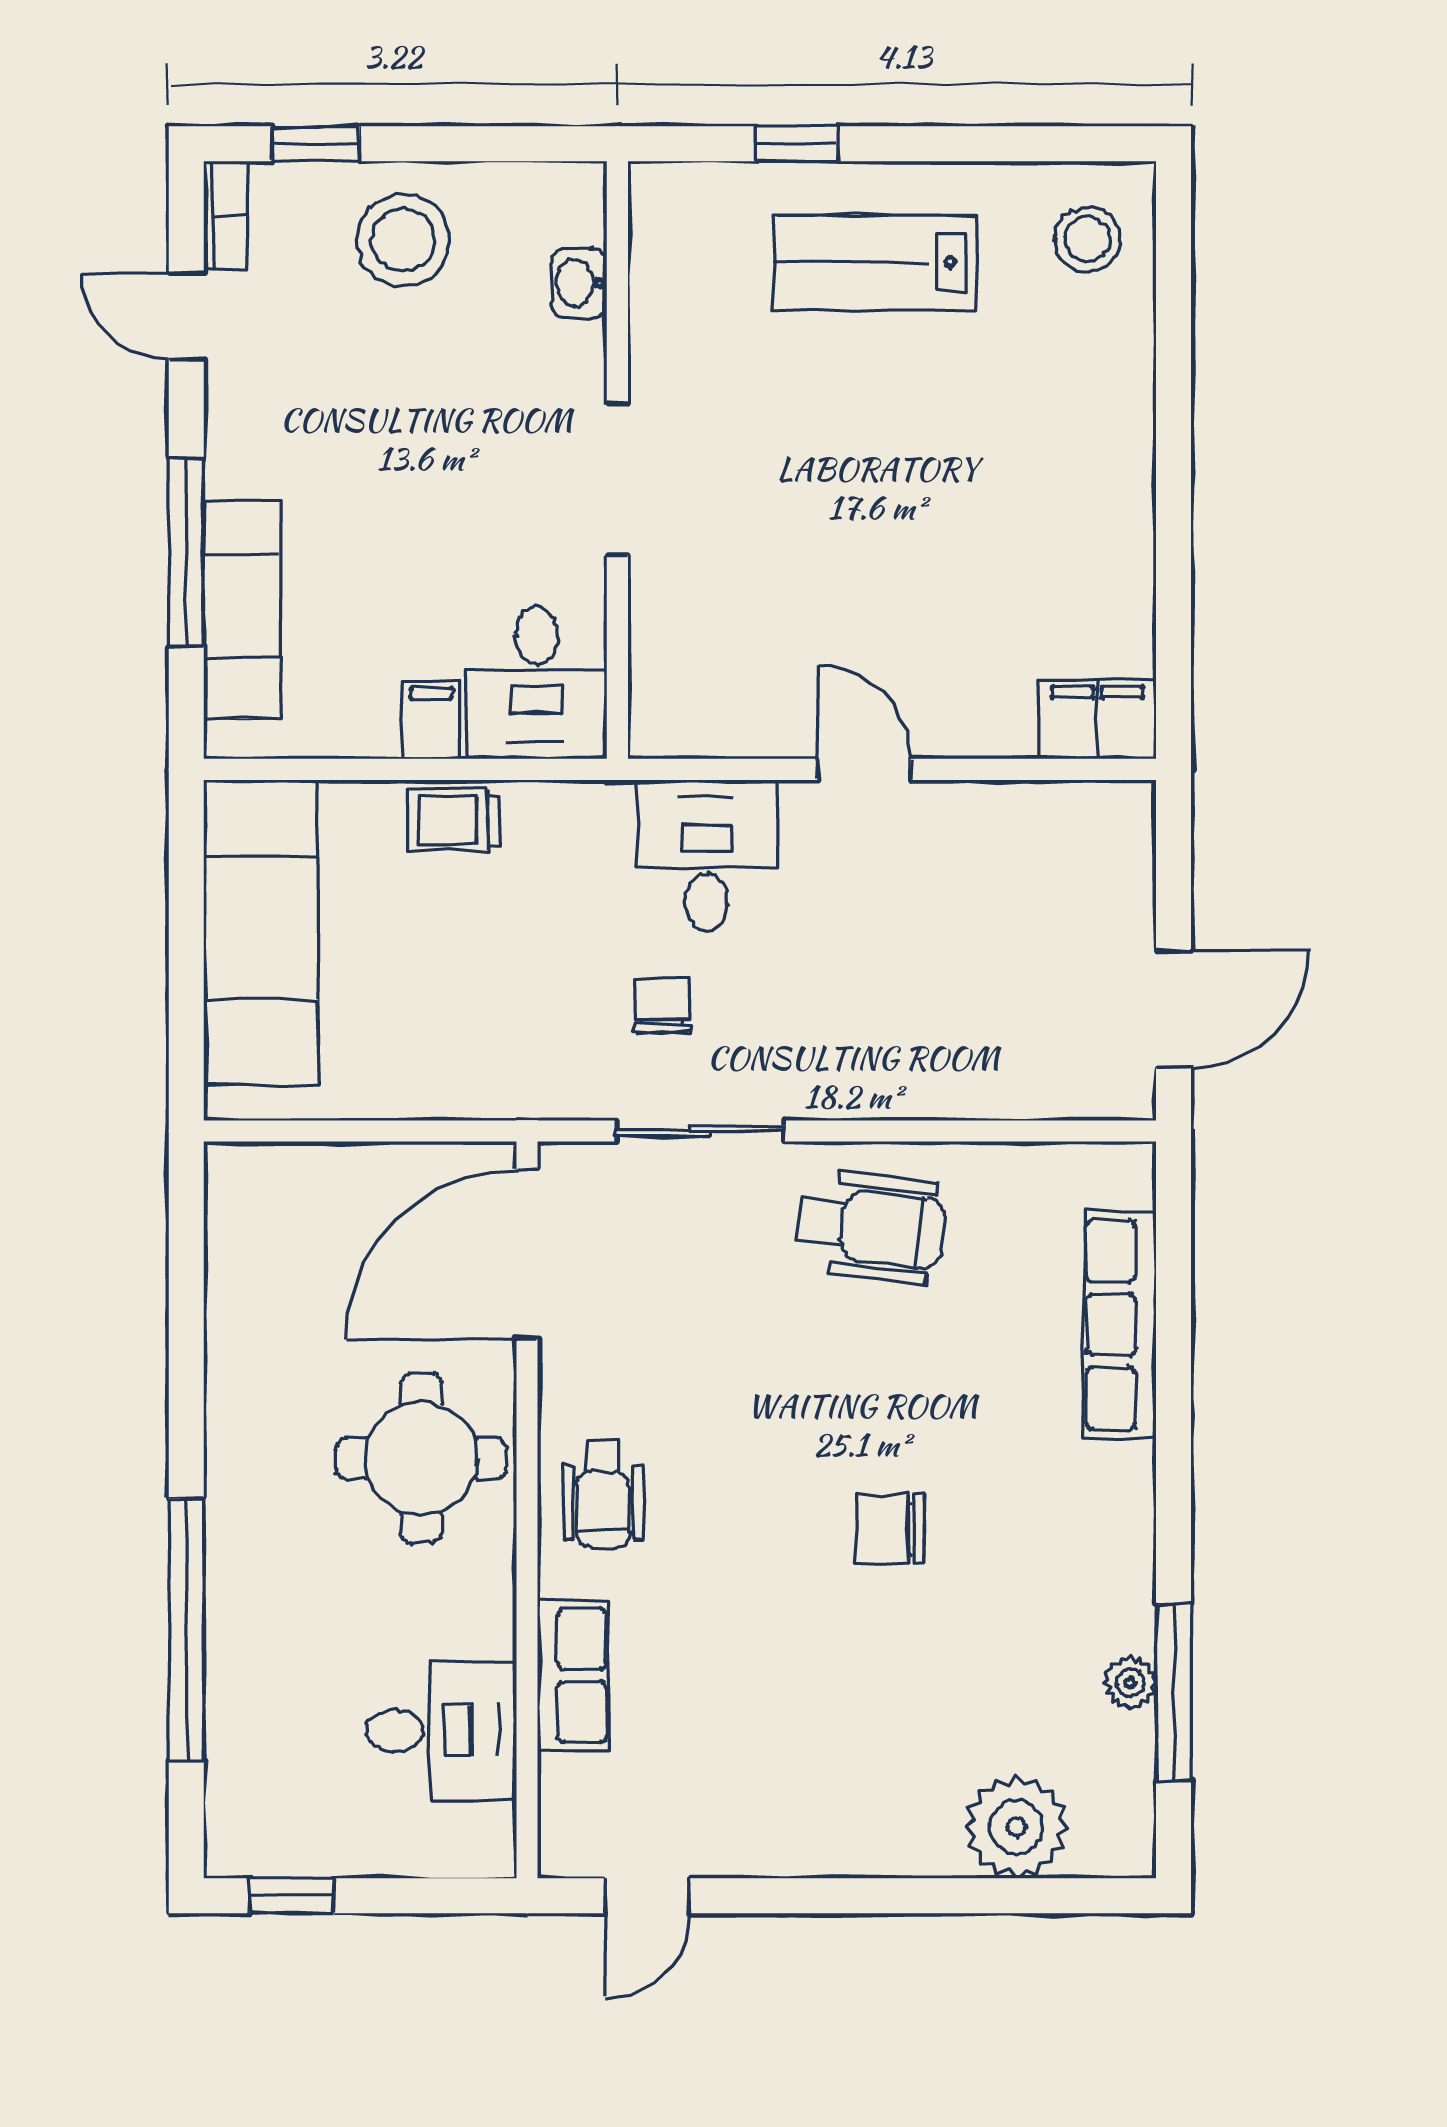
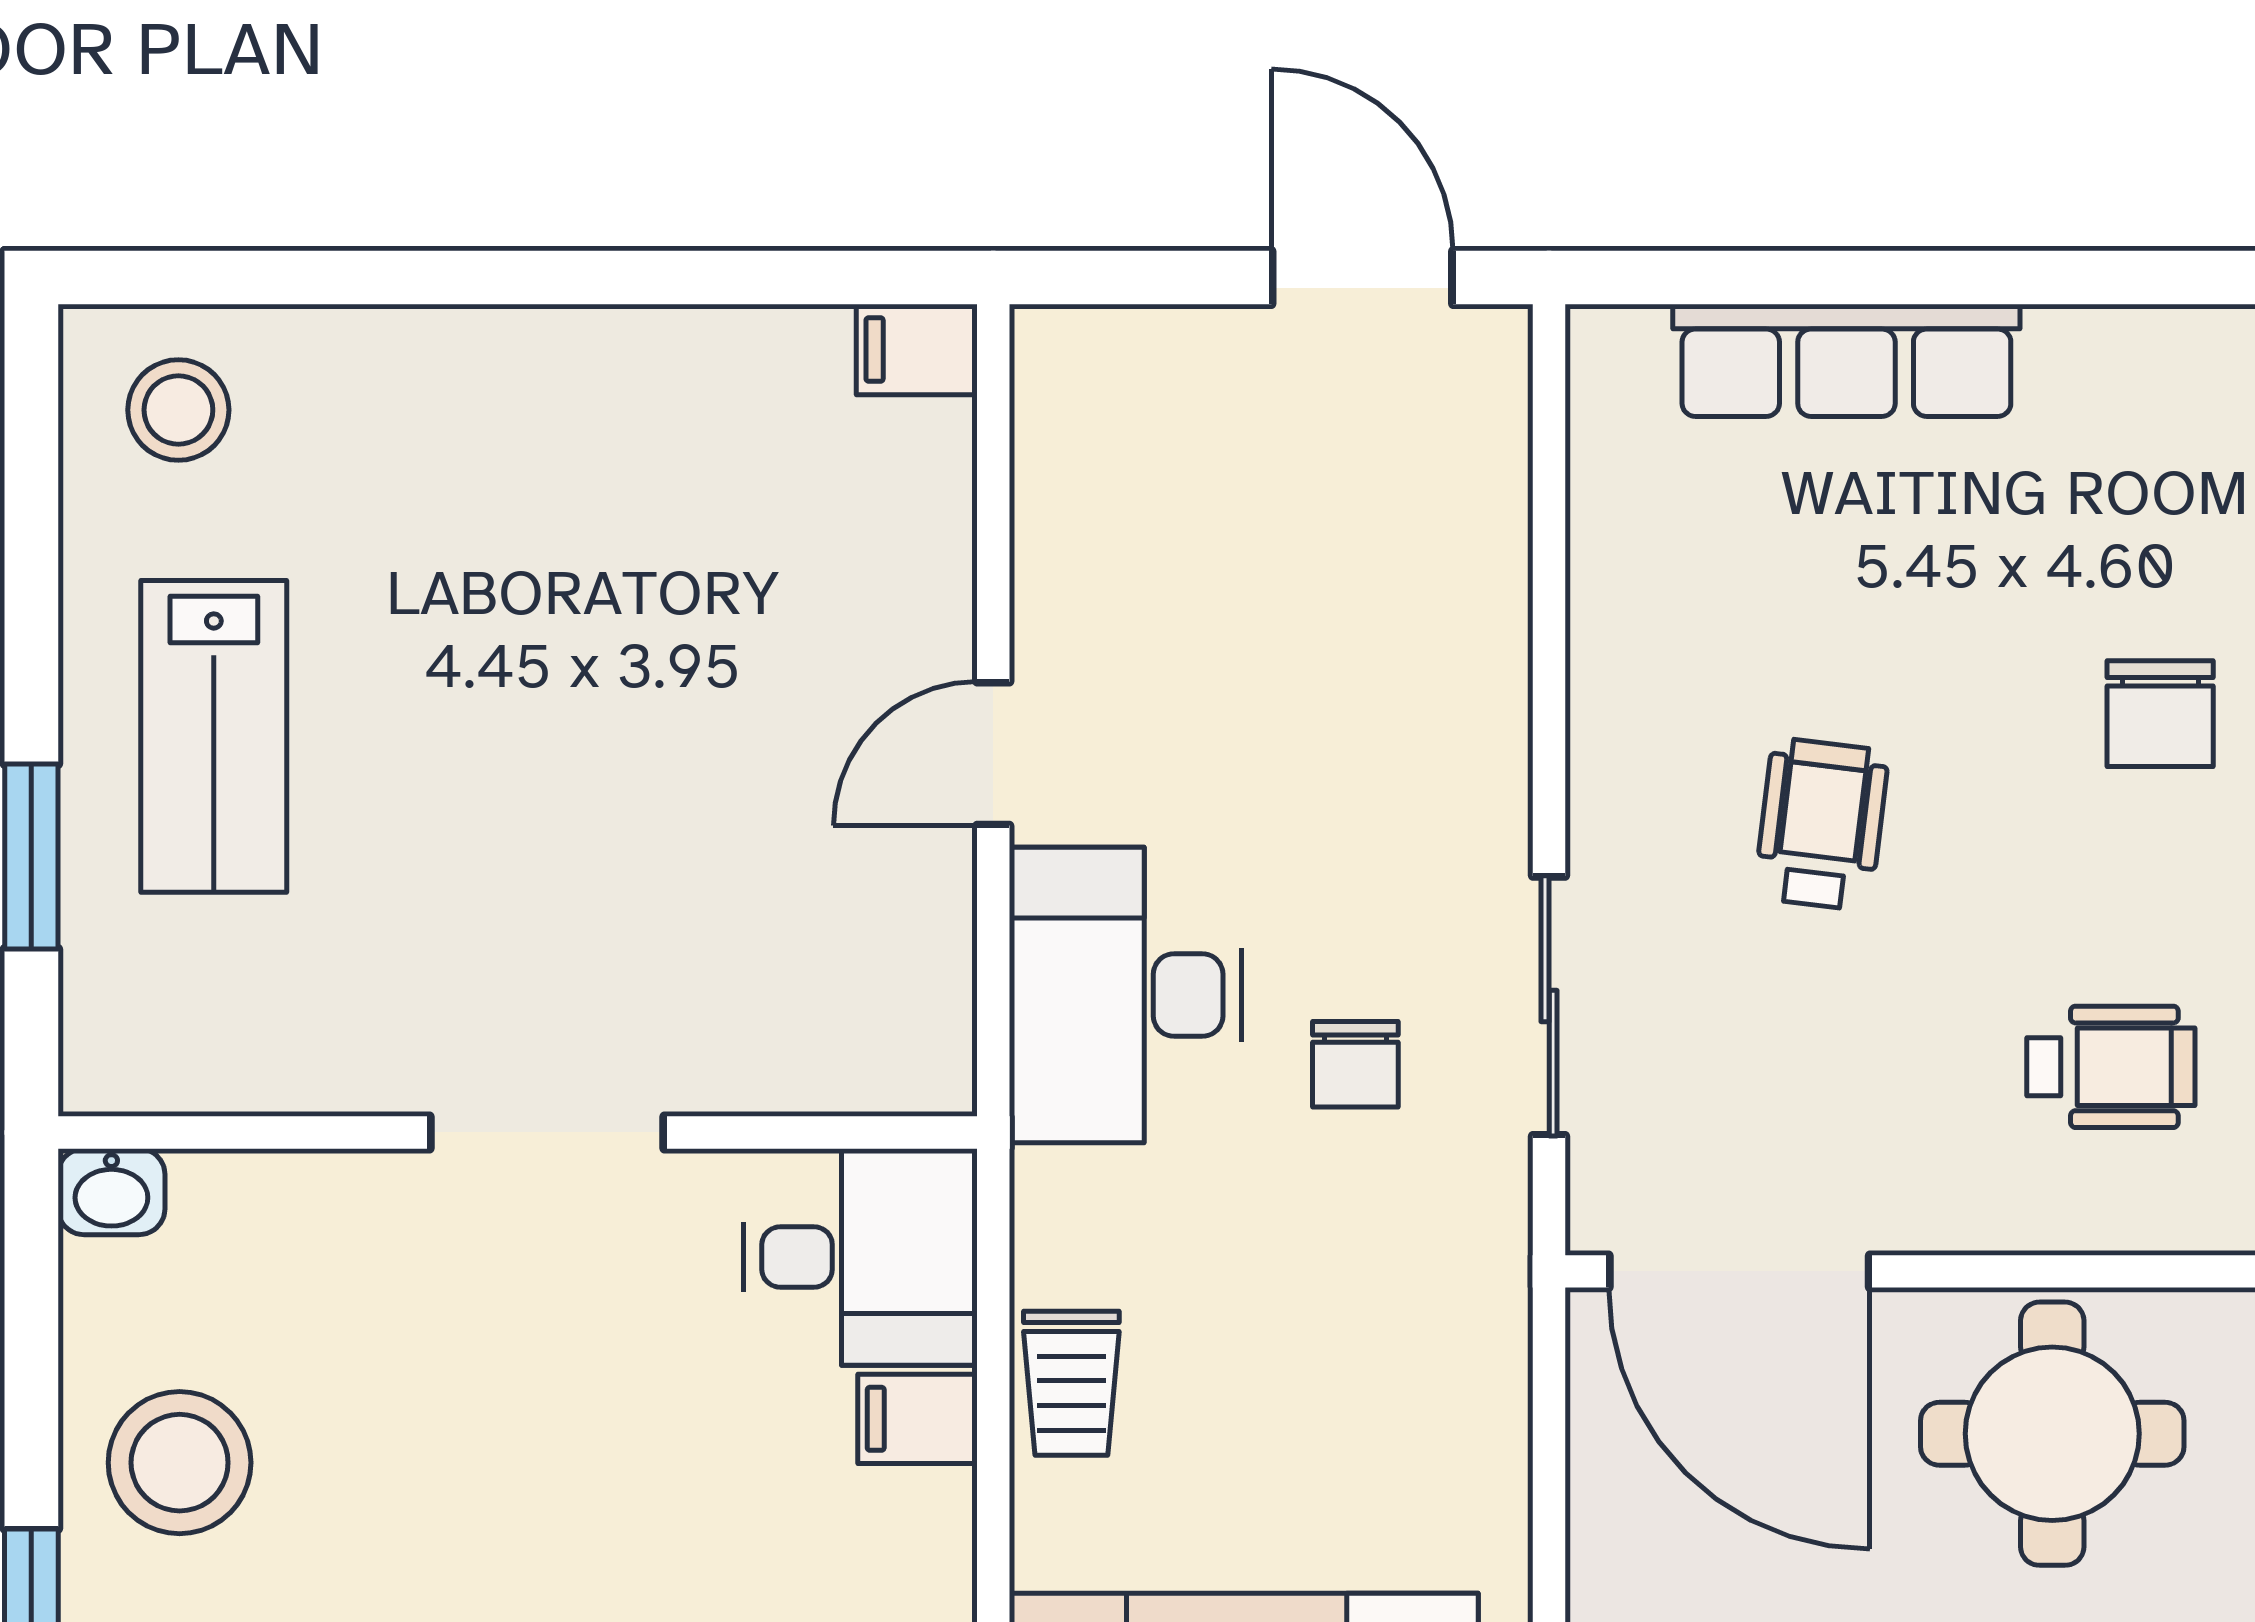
window: (797, 144) -> (31, 856), width x1.50
washbasin: (579, 283) -> (111, 1192), moved
filing cabinet: (1097, 720) -> (917, 350), width x0.50
desk: (707, 855) -> (1125, 995), width x1.37
chair: (662, 1005) -> (1355, 1064), turned -90
wheelchair: (871, 1227) -> (1821, 824), moved, width x0.73, depth x0.73
wheelchair: (603, 1493) -> (2111, 1067), moved

